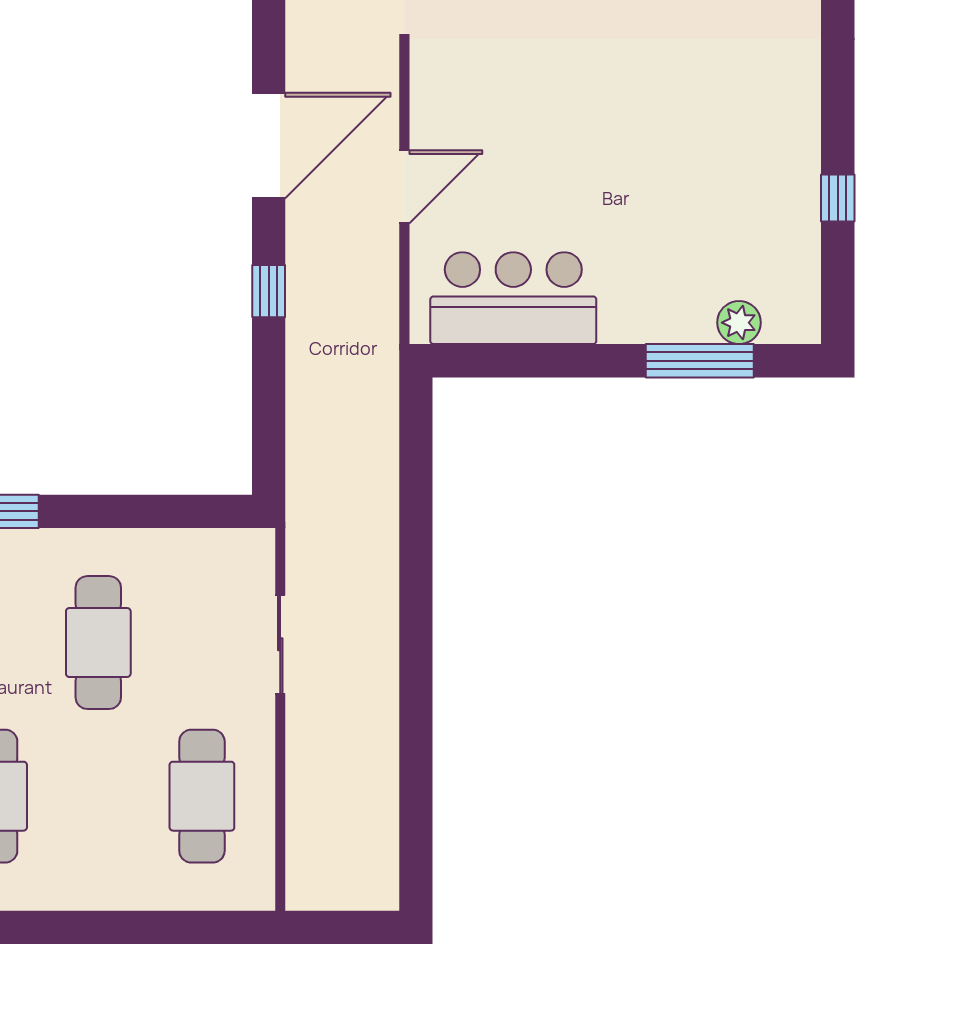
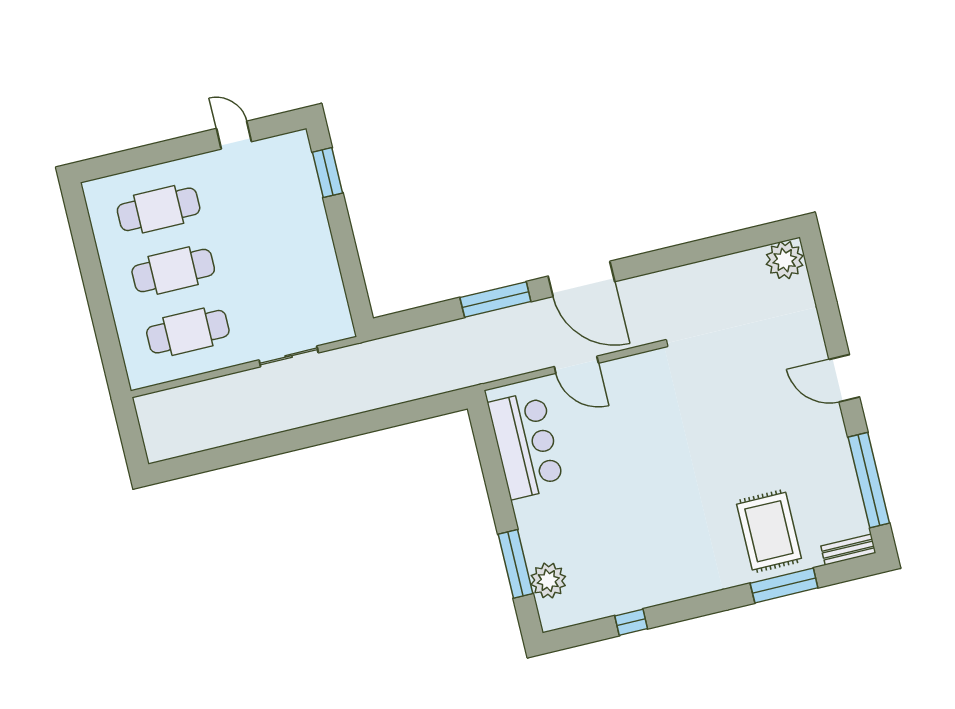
window: (269, 291) -> (495, 300), width x2.17
plant: (739, 323) -> (548, 581), width x1.36, depth x1.36
cafe table: (98, 643) -> (173, 270), moved

